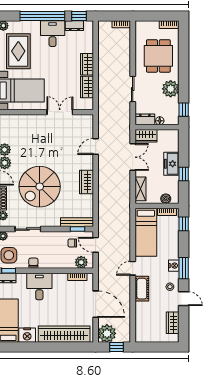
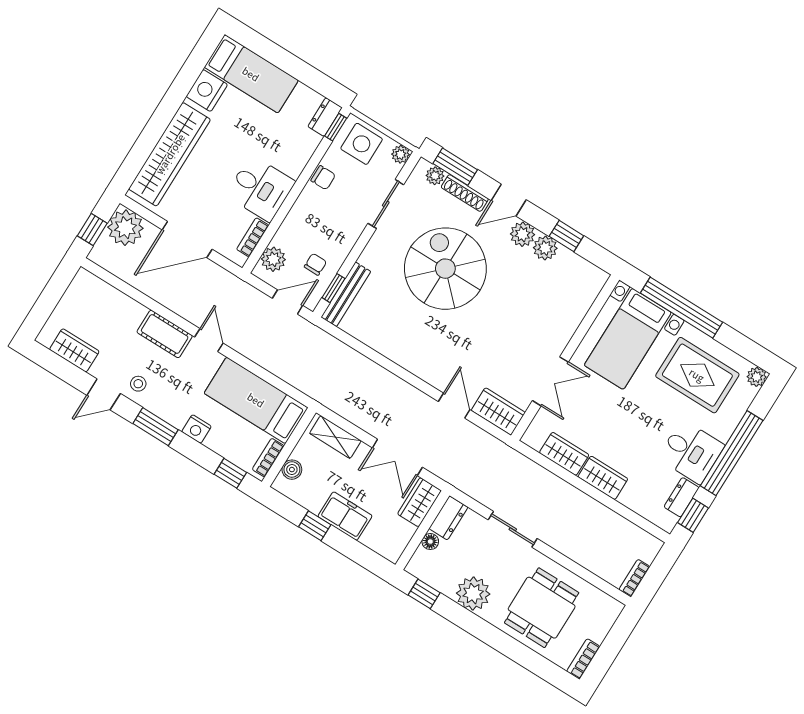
dining table: (158, 56) -> (542, 608), turned 90
wardrobe: (86, 182) -> (498, 411), moved
nightstand: (174, 266) -> (196, 429), moved
desk: (39, 286) -> (260, 188), moved

